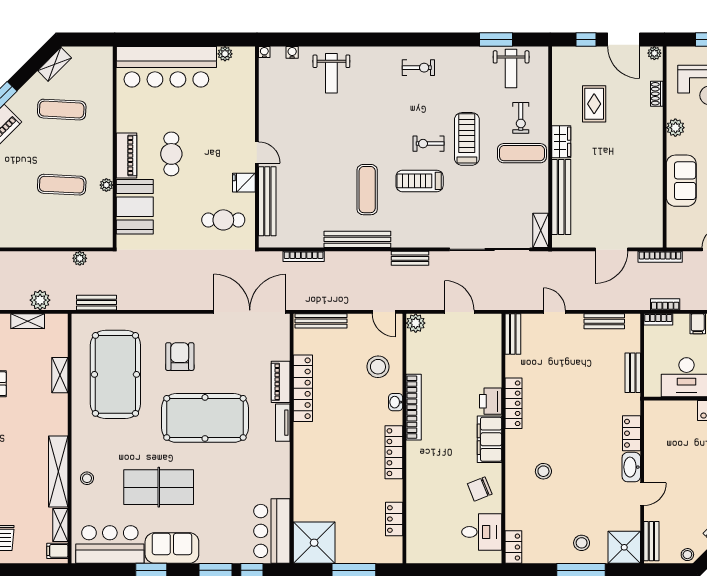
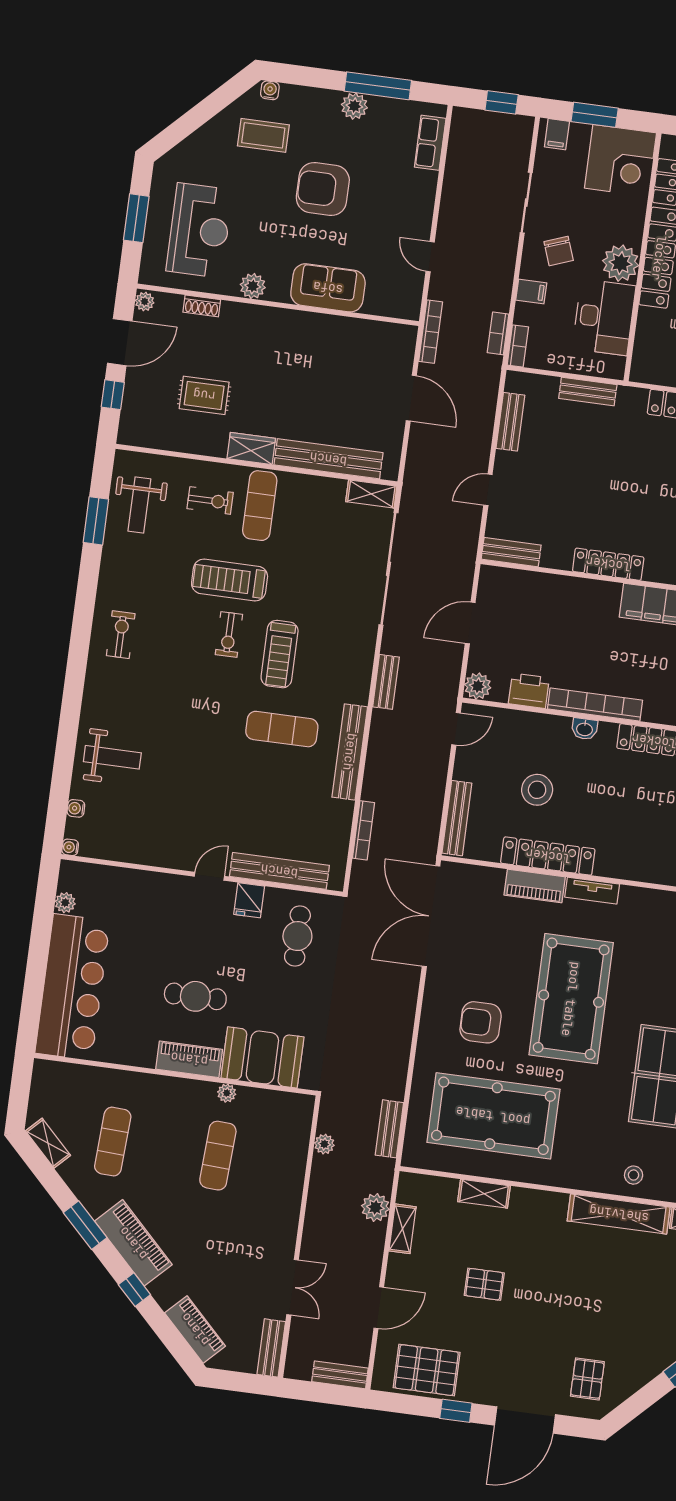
weight bench: (511, 69) -> (139, 505), turned 90
stool: (378, 367) -> (537, 790), moved
printer: (491, 401) -> (529, 691), moved, turned 180

